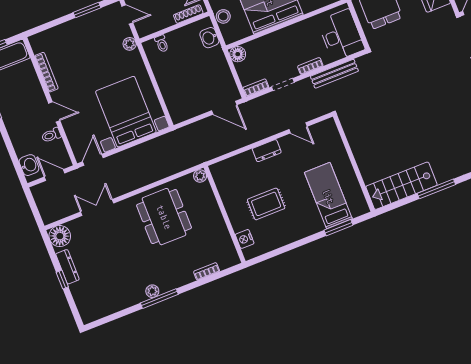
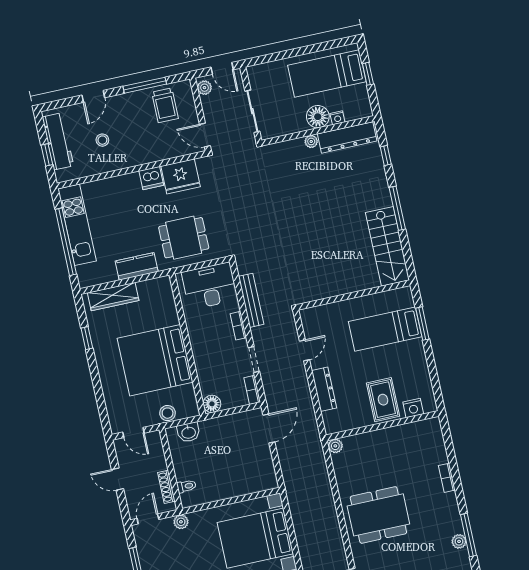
shoe rack: (188, 14) -> (166, 487), moved
dresser: (267, 151) -> (324, 389), width x1.44
plant: (200, 176) -> (335, 446), moved
wall: (225, 214) -> (382, 426), moved
nightstand: (245, 239) -> (413, 408), moved

